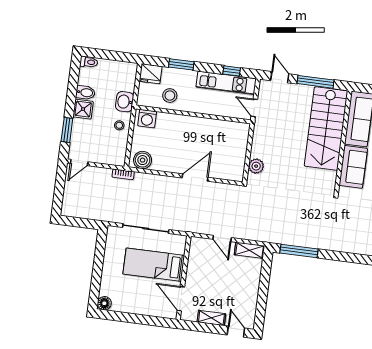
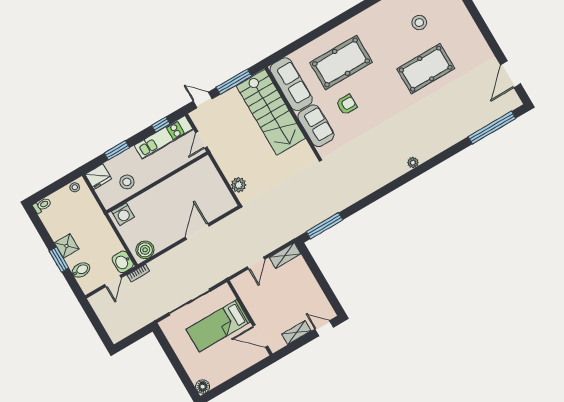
bidet: (85, 93) -> (81, 270), moved
washbasin: (125, 102) -> (123, 262), moved
door: (254, 108) -> (201, 140), hinge flipped
stool: (119, 125) -> (75, 187), moved
window: (67, 130) -> (59, 260), moved
door: (79, 163) -> (113, 281), moved
door: (222, 238) -> (256, 263), hinge flipped

